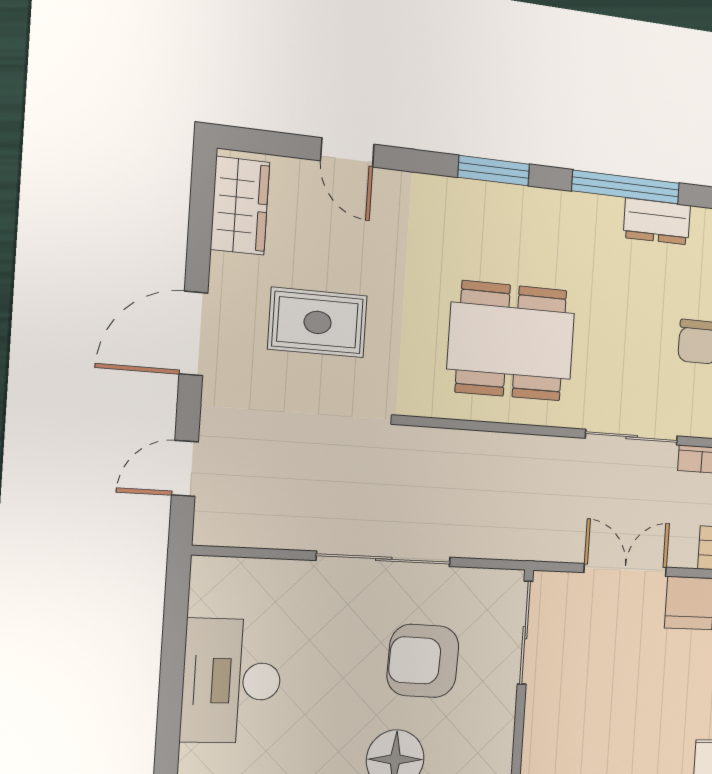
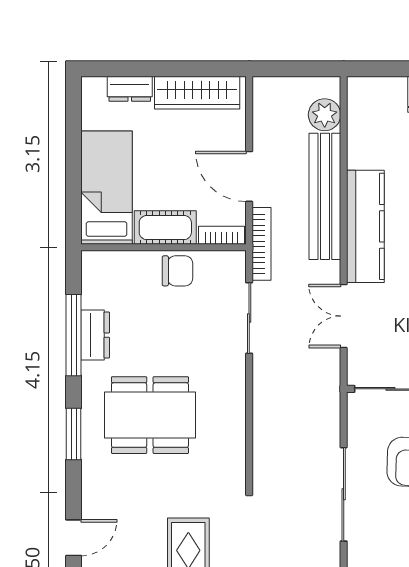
dresser: (657, 221) -> (95, 335), moved
dining table: (511, 341) -> (150, 415), moved, turned 90

